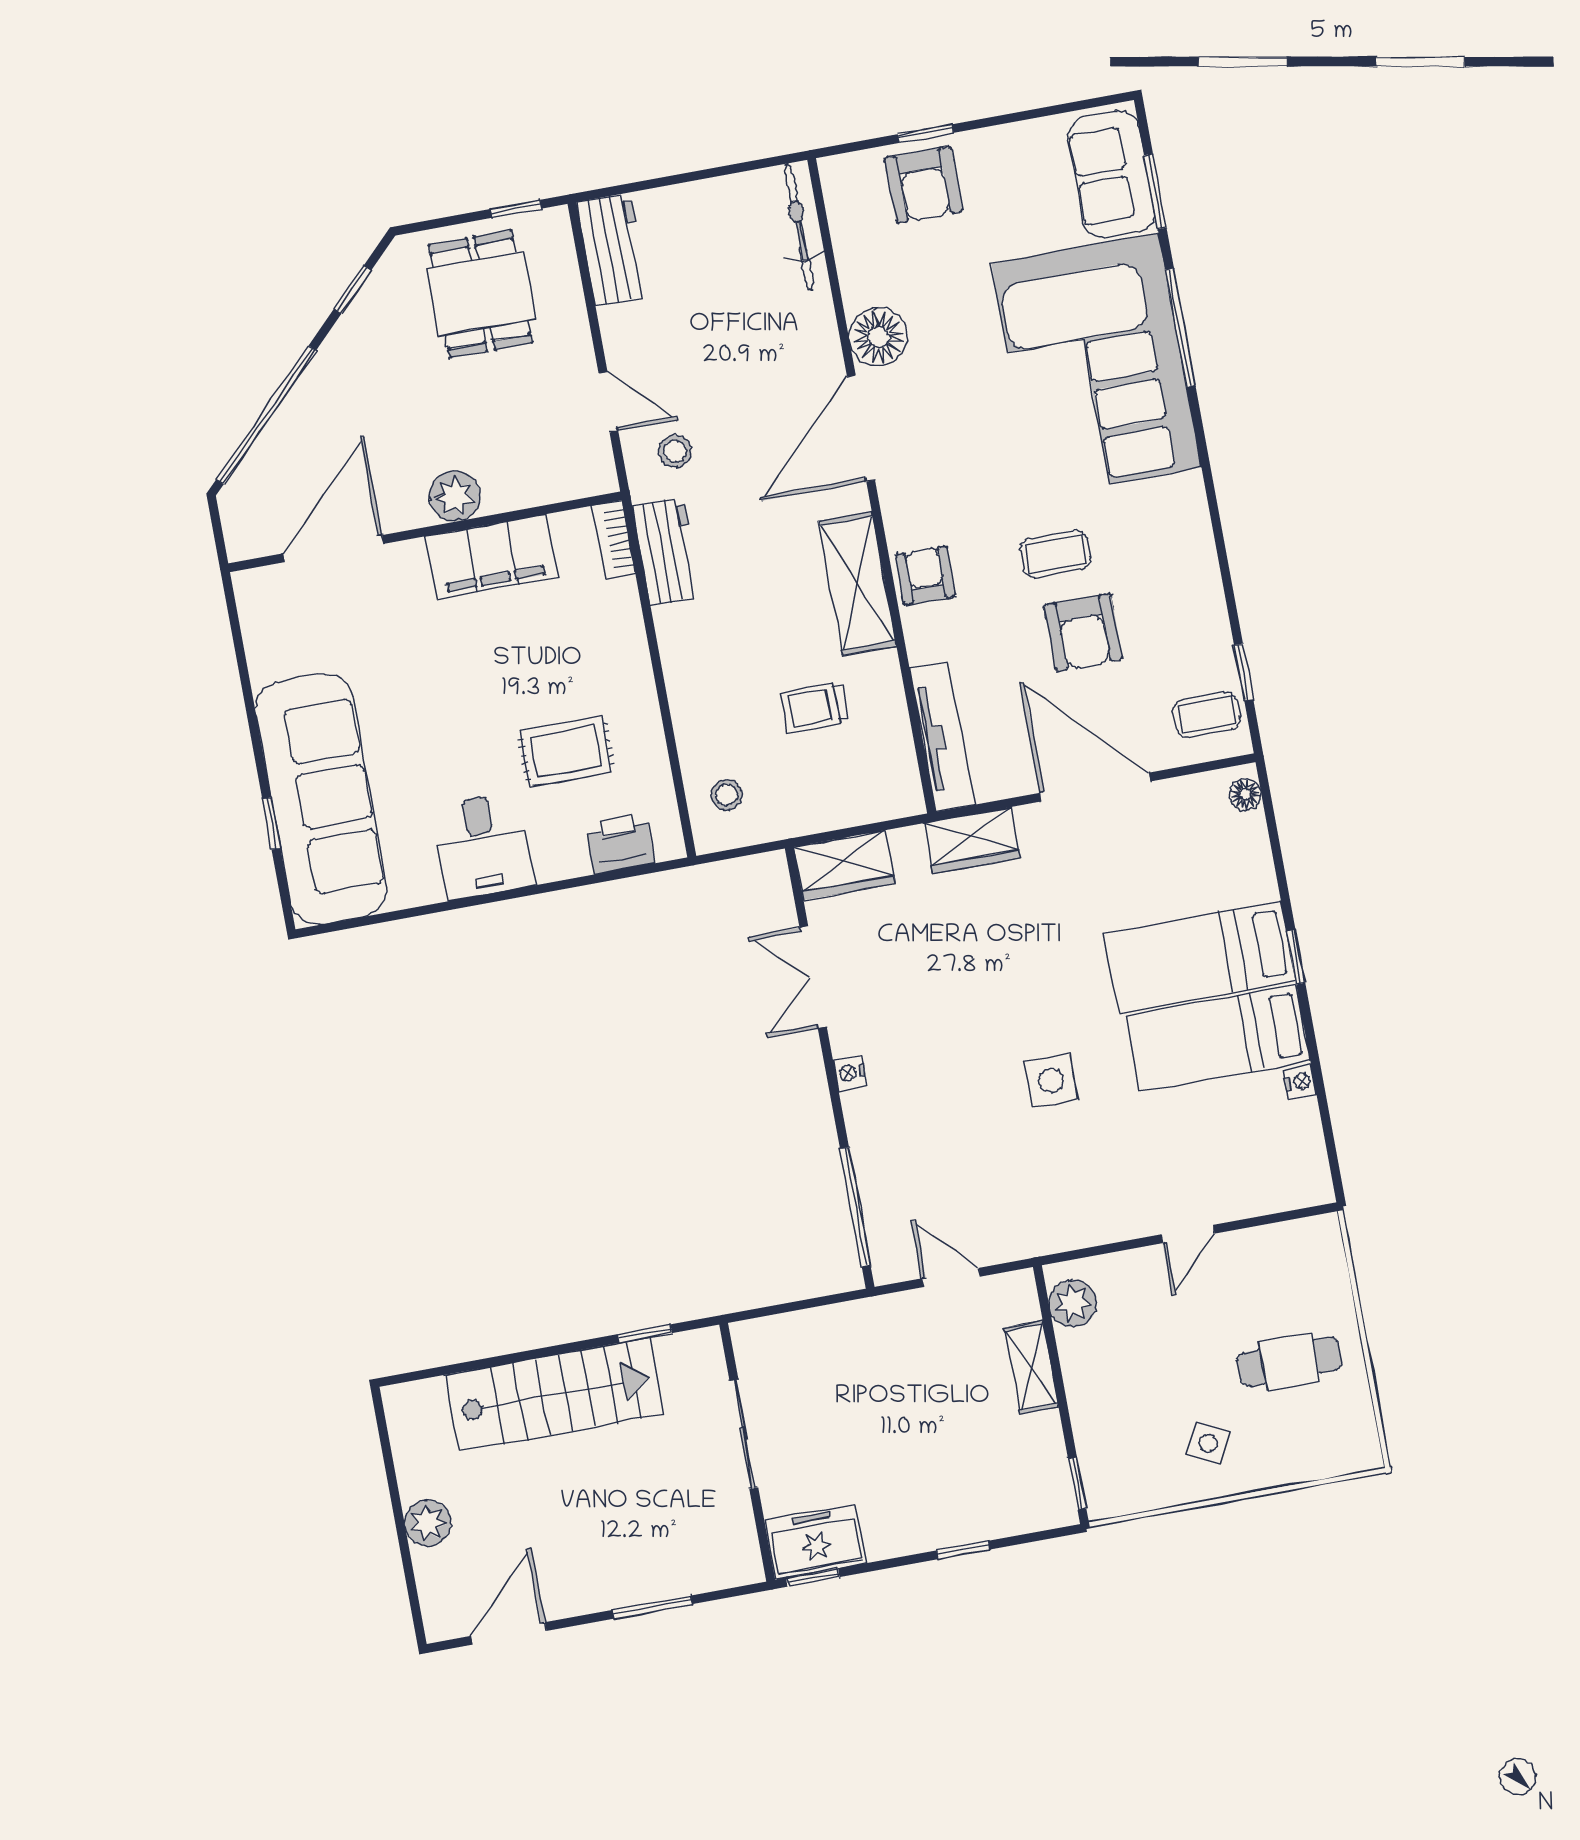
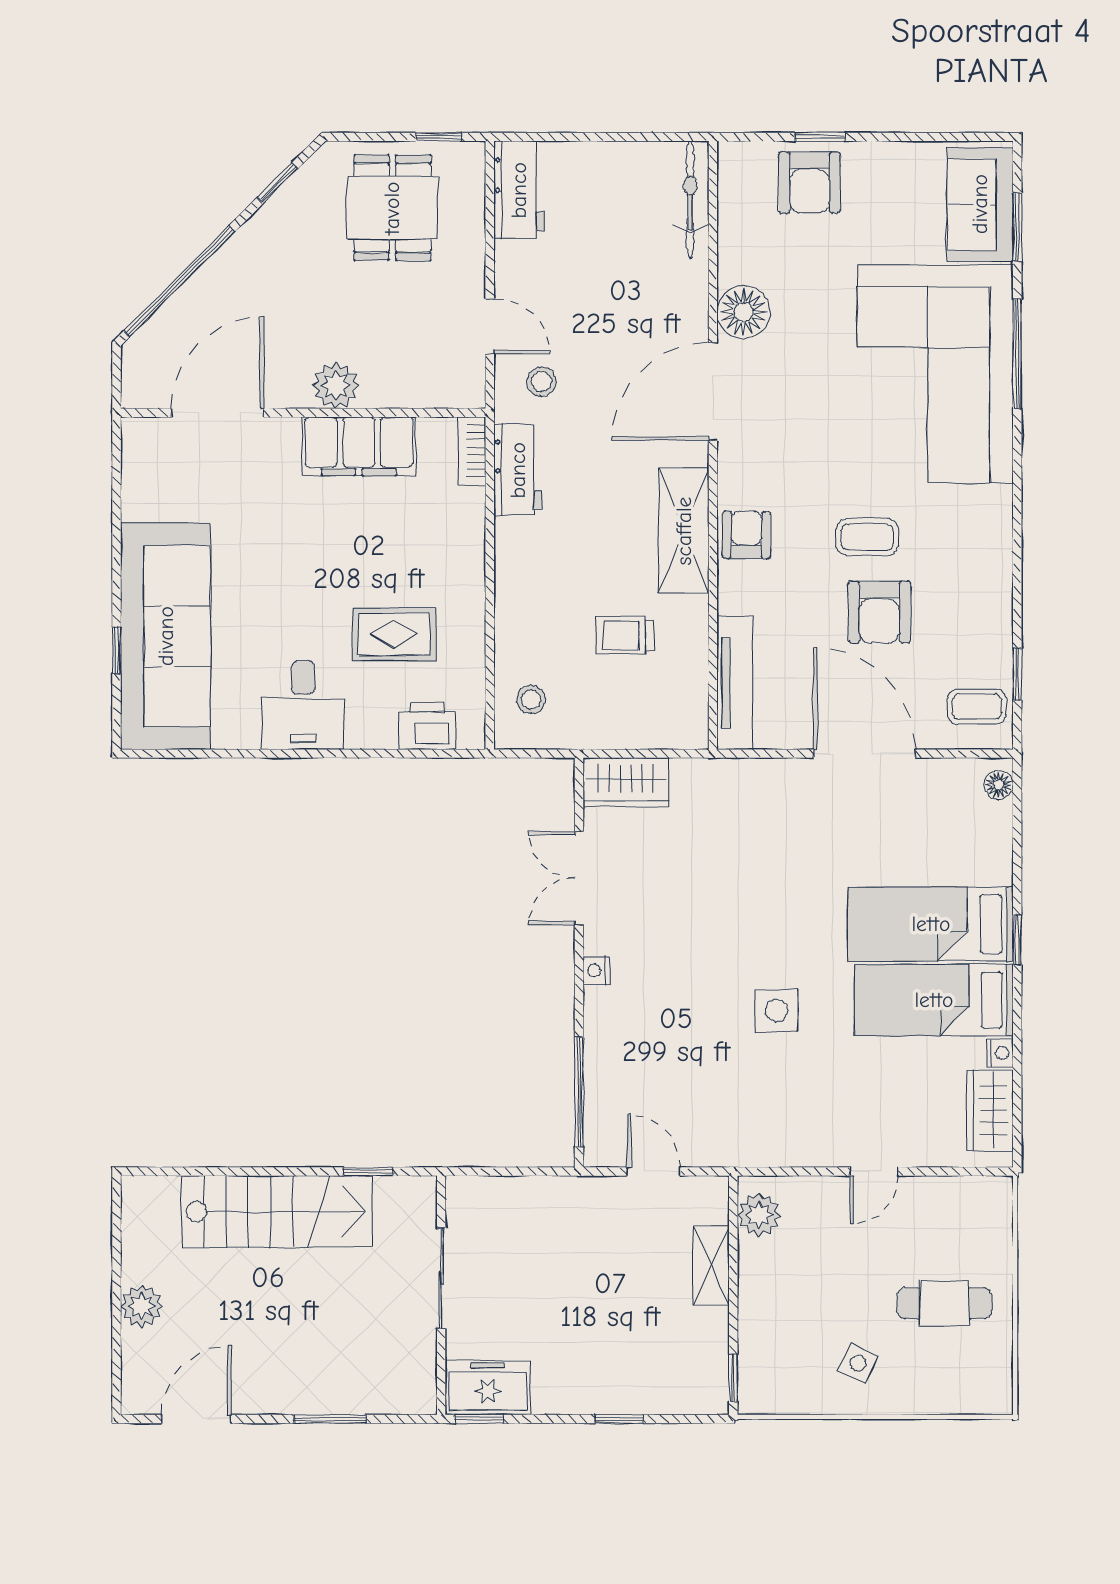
wardrobe: (972, 840) -> (990, 1111), moved, turned 90

